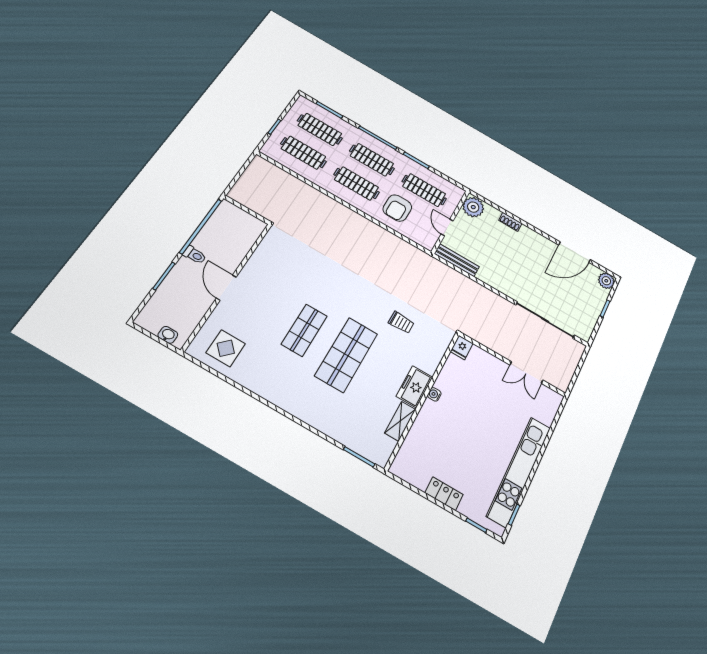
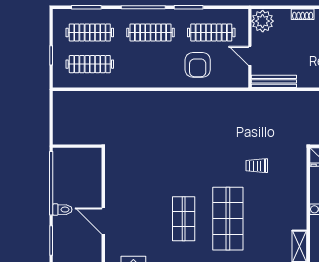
clothes rail: (356, 183) -> (151, 64), removed
trolley: (401, 322) -> (257, 166), turned 180
freezer: (415, 387) -> (296, 212), removed

